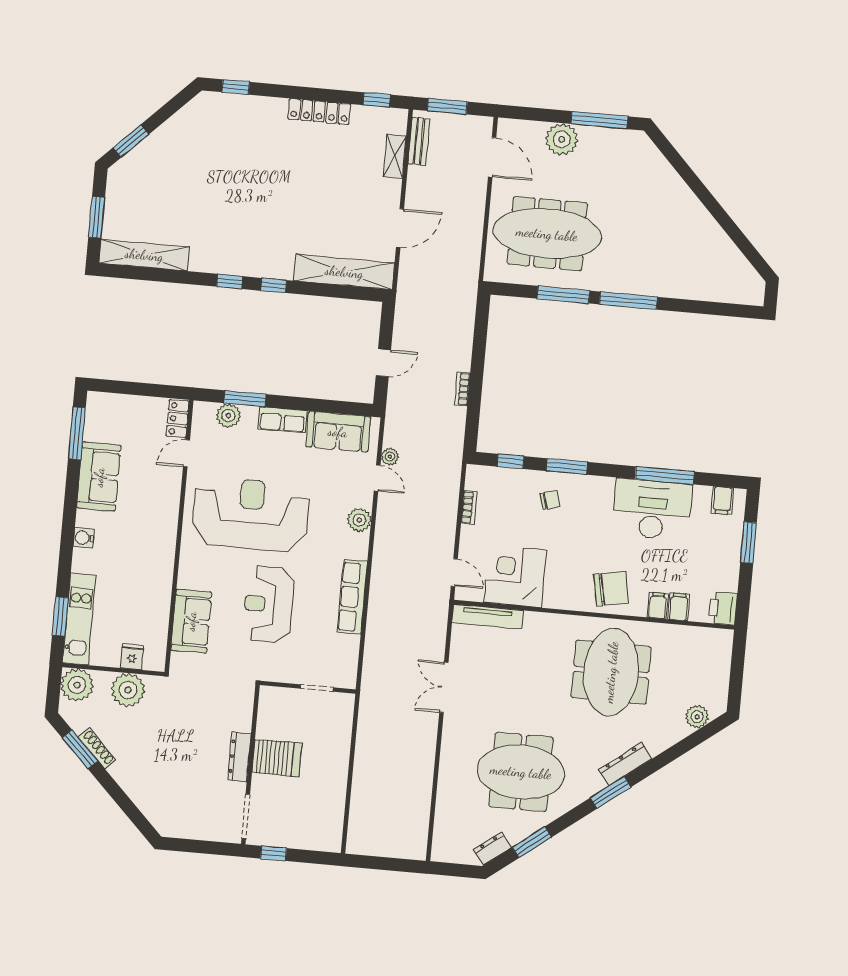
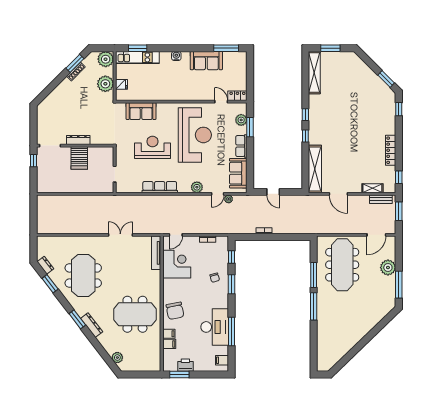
window: (131, 141) -> (386, 79), moved
window: (748, 543) -> (179, 375), moved
printer: (723, 608) -> (185, 365), moved

